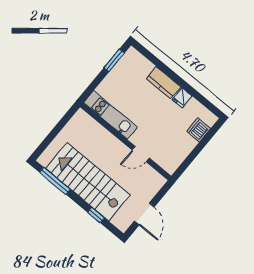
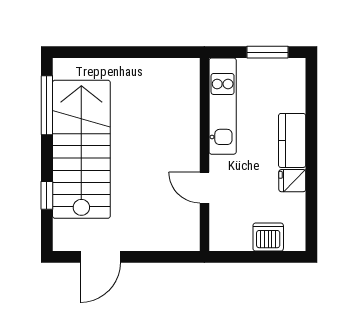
kitchen unit: (110, 115) -> (223, 106), moved
wall: (126, 141) -> (204, 155), moved
door: (141, 154) -> (204, 188), moved

